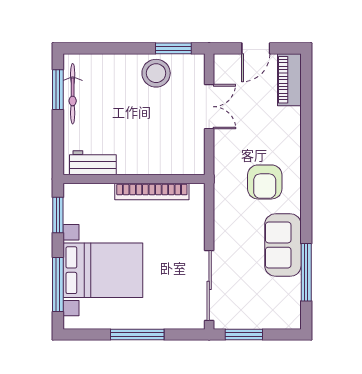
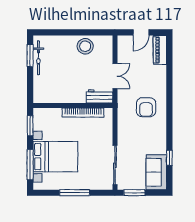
window: (173, 48) -> (95, 32), removed
double door: (209, 107) -> (115, 76), moved
workbench: (93, 163) -> (100, 96), moved
sofa: (283, 245) -> (156, 172), moved
window: (306, 272) -> (169, 158), width x0.46

